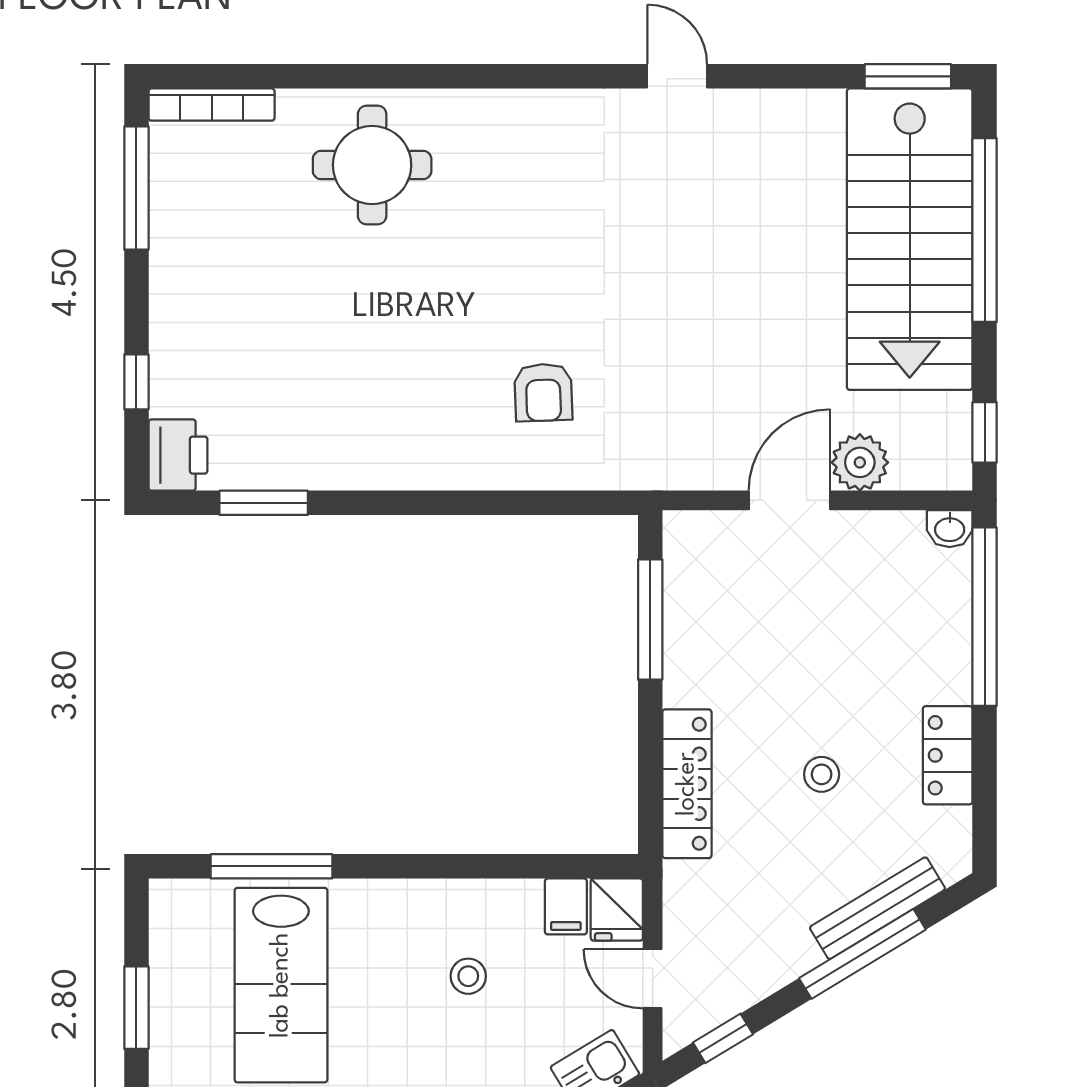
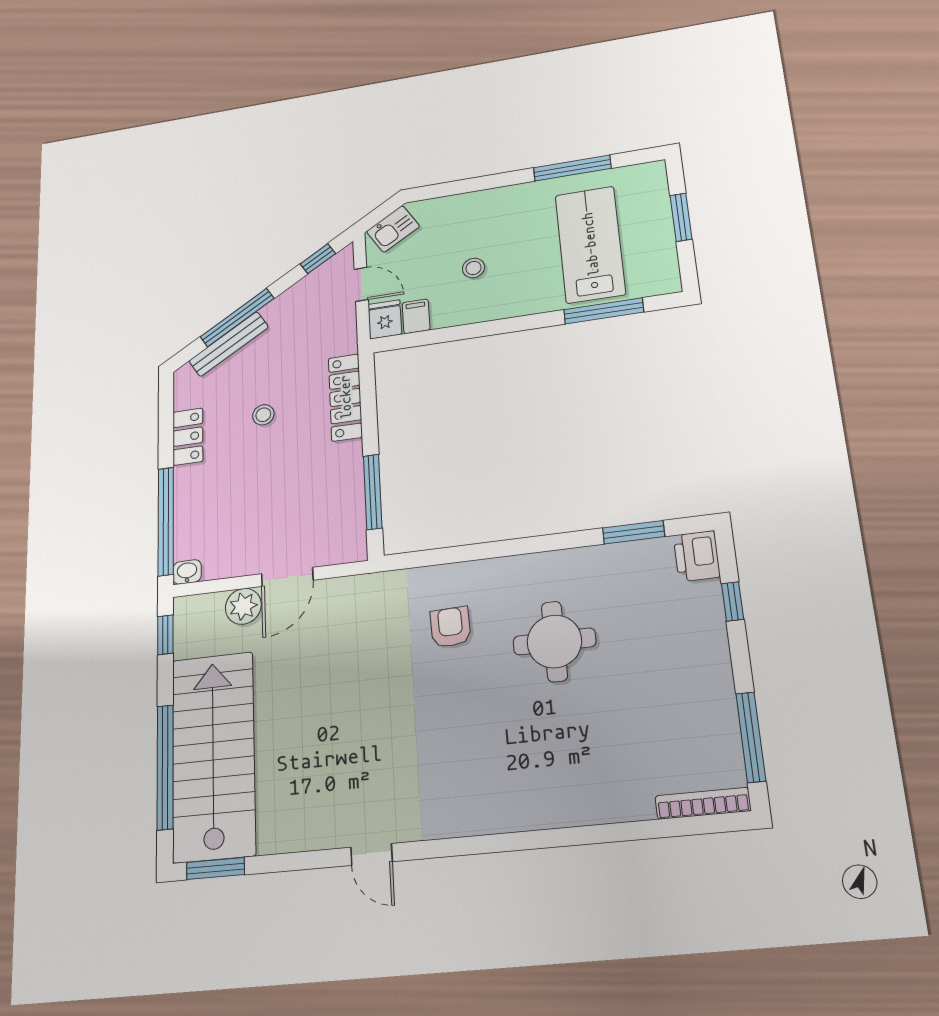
round table: (372, 165) -> (554, 641), moved

